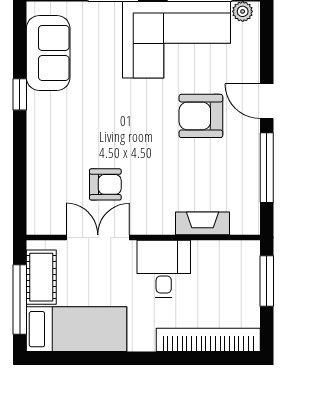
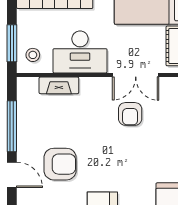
armchair: (105, 184) -> (130, 114), turned -90
stool: (238, 265) -> (33, 55), added
desk: (164, 269) -> (80, 52), width x1.37

